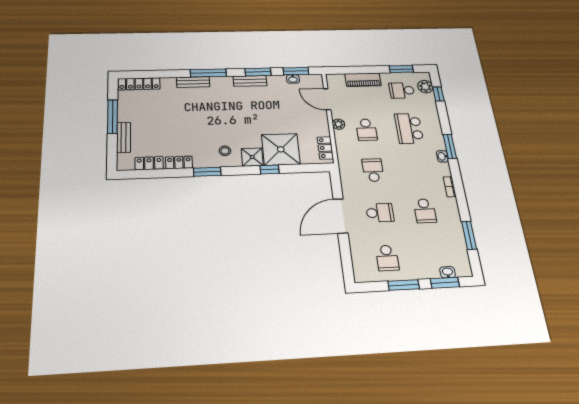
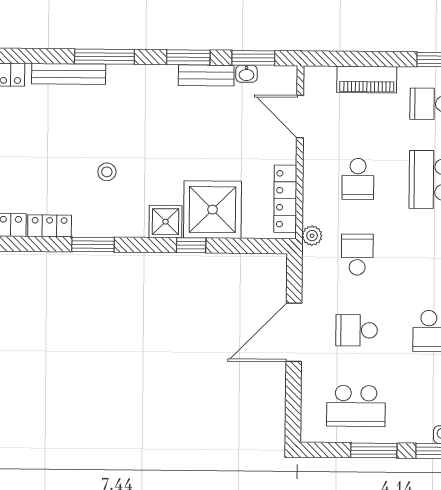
bench: (250, 81) -> (206, 75), moved
bench: (193, 82) -> (69, 74), width x1.36
plant: (338, 124) -> (312, 236), moved
locker: (325, 148) -> (285, 199), width x1.53
stool: (225, 151) -> (107, 172), moved
school desk: (380, 213) -> (357, 330), turned 180
school desk: (387, 258) -> (356, 406), width x1.85

